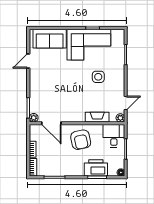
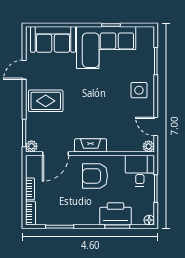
side table: (98, 77) -> (139, 90), moved
rug: (44, 84) -> (46, 101), added
door: (126, 103) -> (156, 127), swing flipped
fireplace: (97, 117) -> (91, 145), moved
door: (51, 123) -> (55, 154), hinge flipped
armchair: (81, 140) -> (95, 176), turned 102

